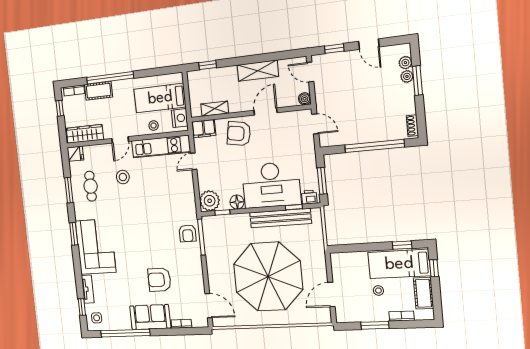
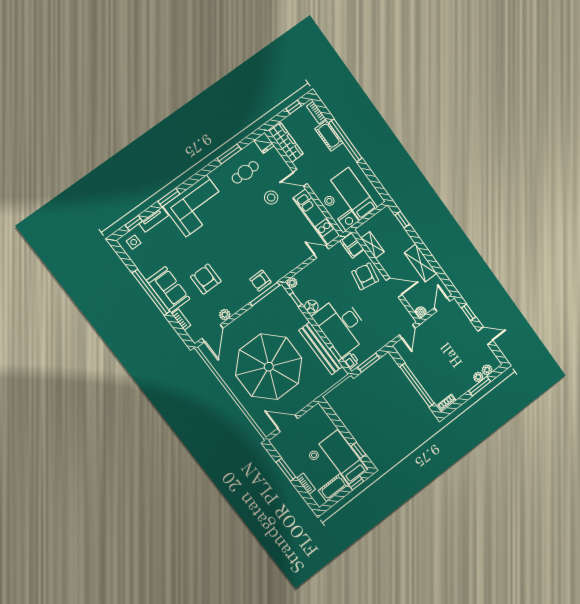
door: (369, 44) -> (485, 336), swing flipped
plant: (210, 201) -> (292, 283), width x0.53, depth x0.53
window: (74, 234) -> (169, 198), moved
plant: (199, 284) -> (225, 315), added
window: (125, 333) -> (151, 292), moved

